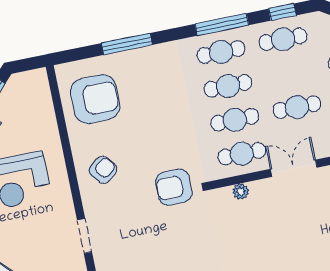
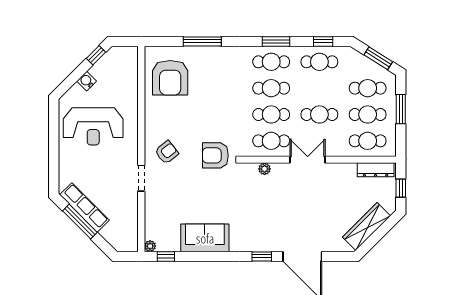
window: (222, 24) -> (276, 41), width x0.69
armchair: (95, 99) -> (170, 78), turned 90
armchair: (103, 170) -> (167, 152), moved

